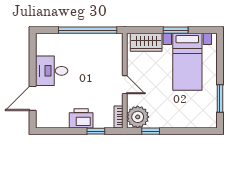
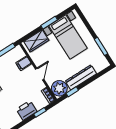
filing cabinet: (114, 59) -> (24, 63), added
door: (125, 85) -> (40, 74), hinge flipped
dresser: (172, 120) -> (81, 77), added

